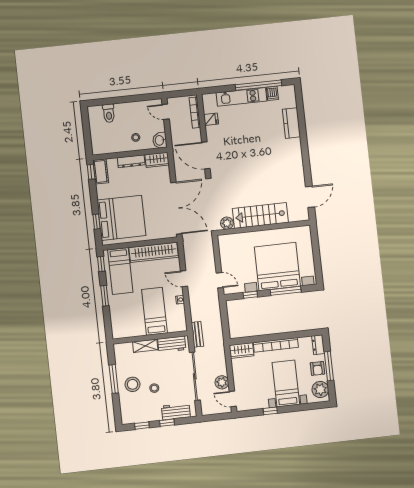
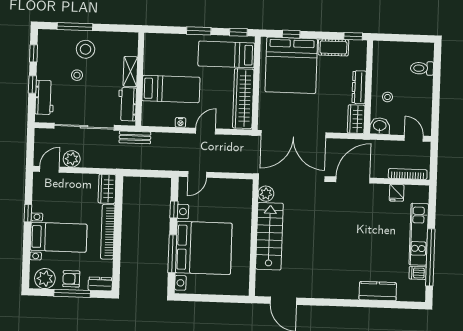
door: (166, 112) -> (414, 138), hinge flipped
cot: (101, 171) -> (333, 47), moved
window: (114, 379) -> (75, 27), moved

